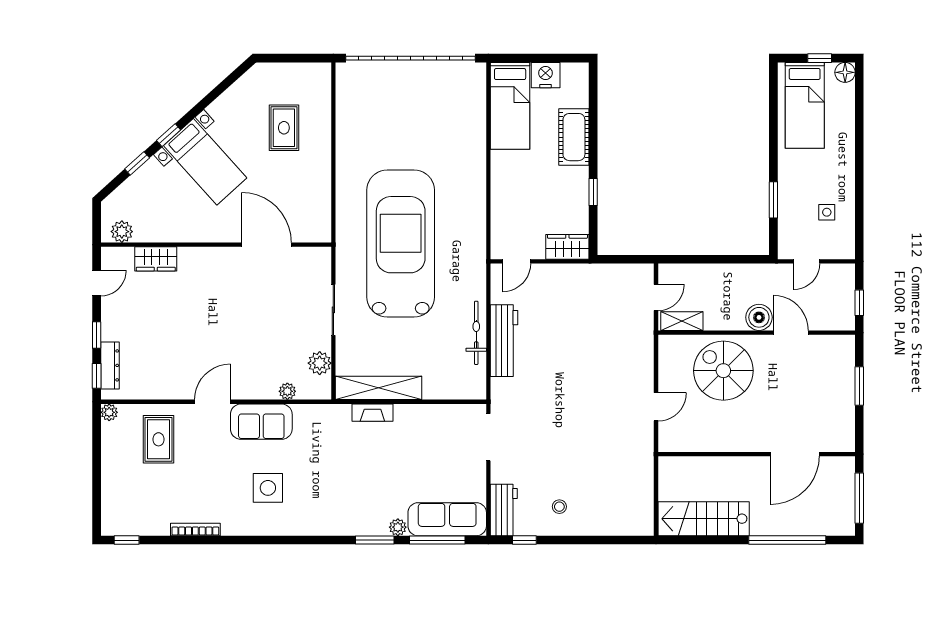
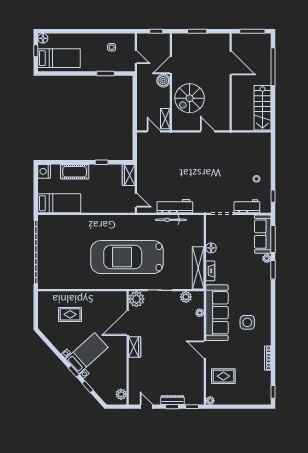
nightstand: (546, 75) -> (44, 171), moved
wardrobe: (156, 259) -> (135, 347), moved
plant: (315, 263) -> (136, 299), added
dresser: (110, 365) -> (172, 400), moved
floor lamp: (419, 414) -> (211, 248), added
sofa: (261, 422) -> (217, 313), width x1.85, depth x1.27
workbench: (504, 510) -> (247, 206), moved

